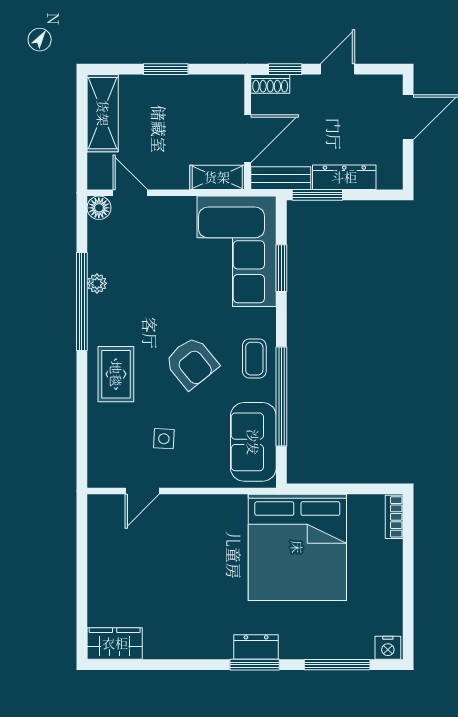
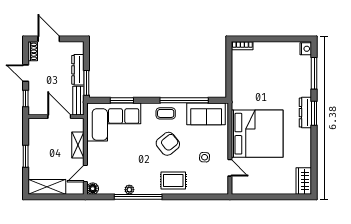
shoe rack: (270, 84) -> (33, 51), moved
shelving: (217, 177) -> (78, 145), moved
bed: (297, 547) -> (257, 134), moved
dresser: (256, 647) -> (305, 113), width x1.44

